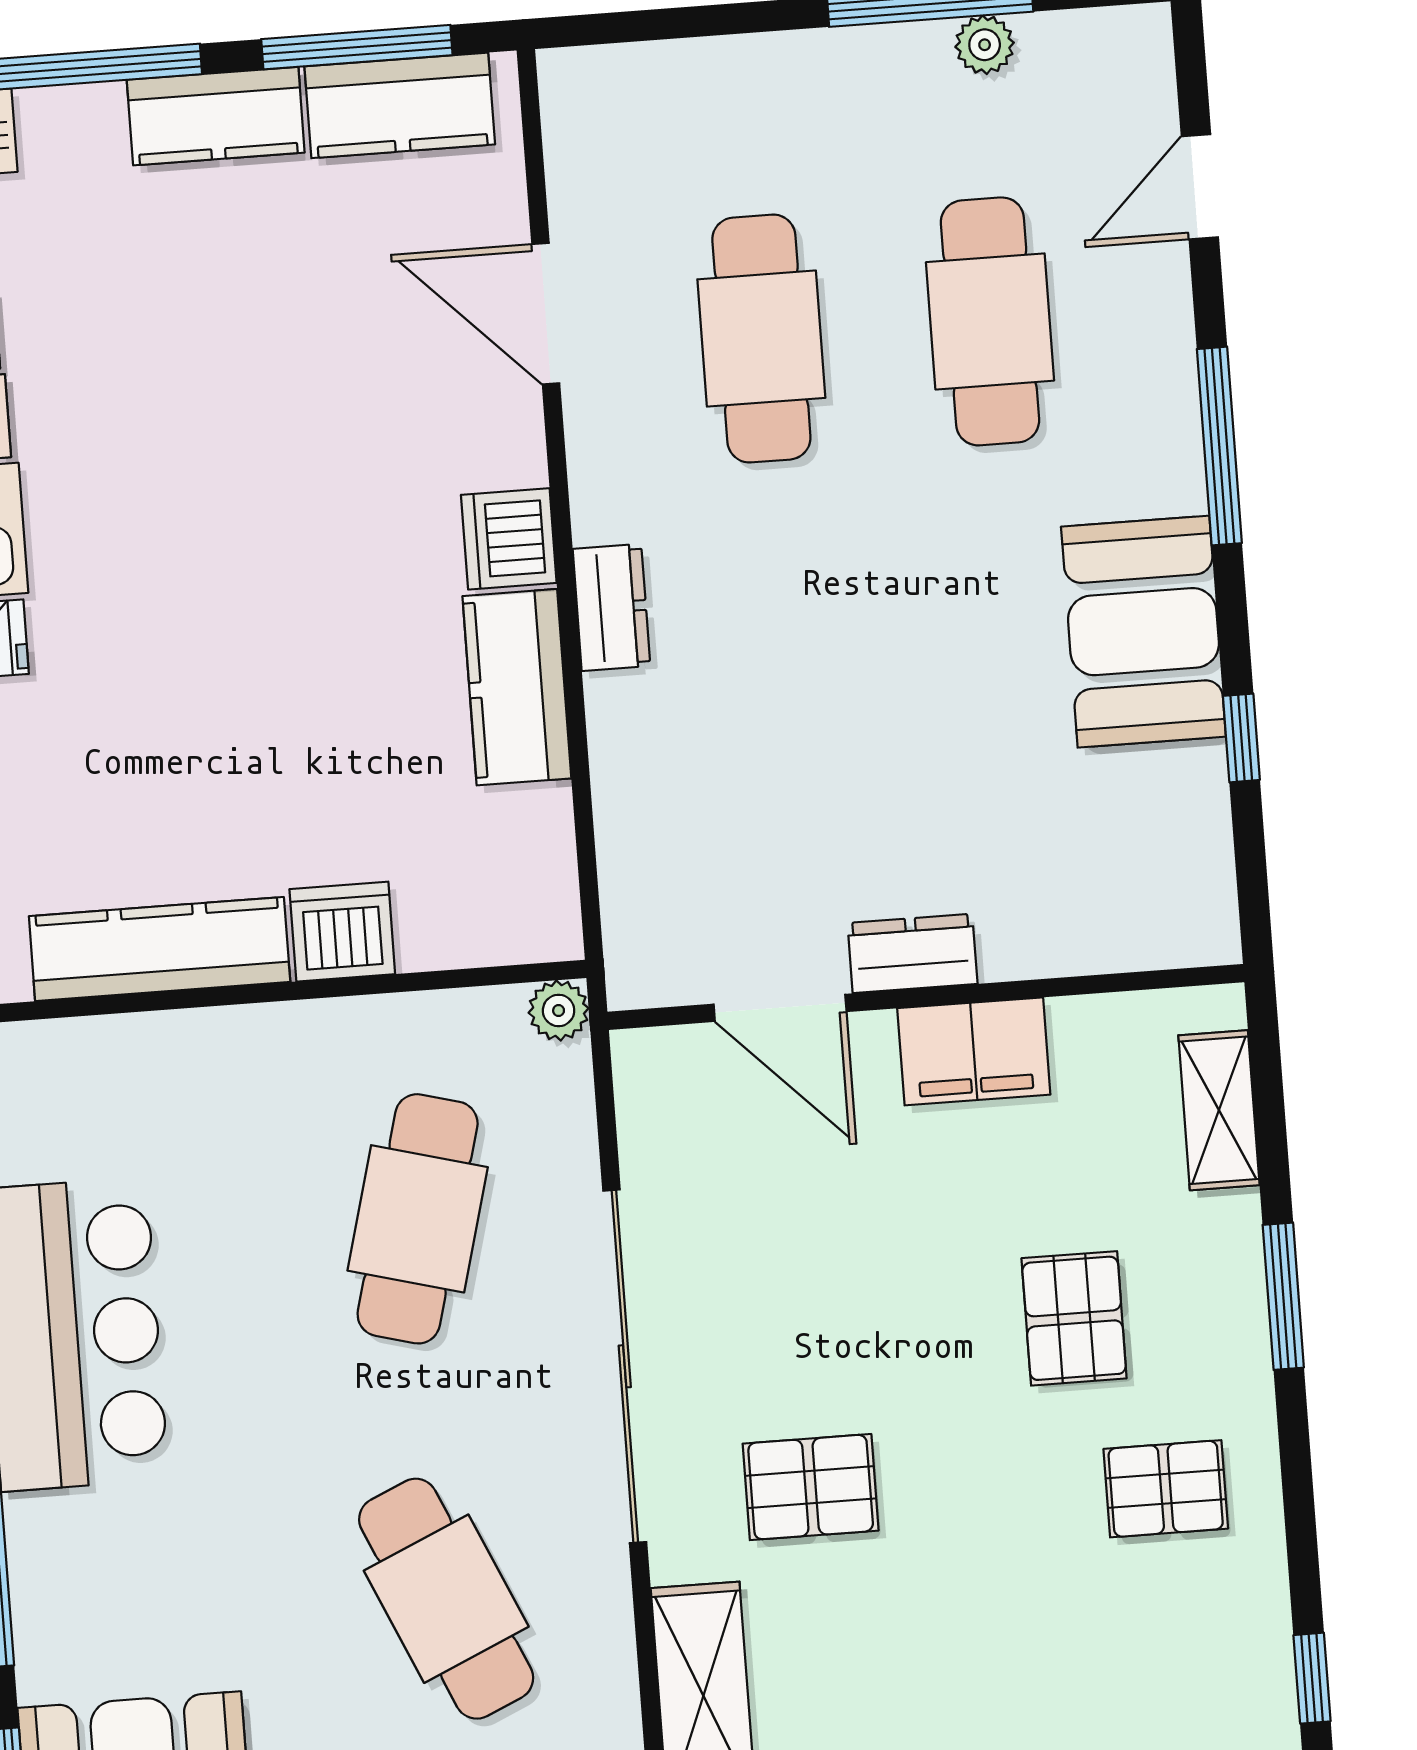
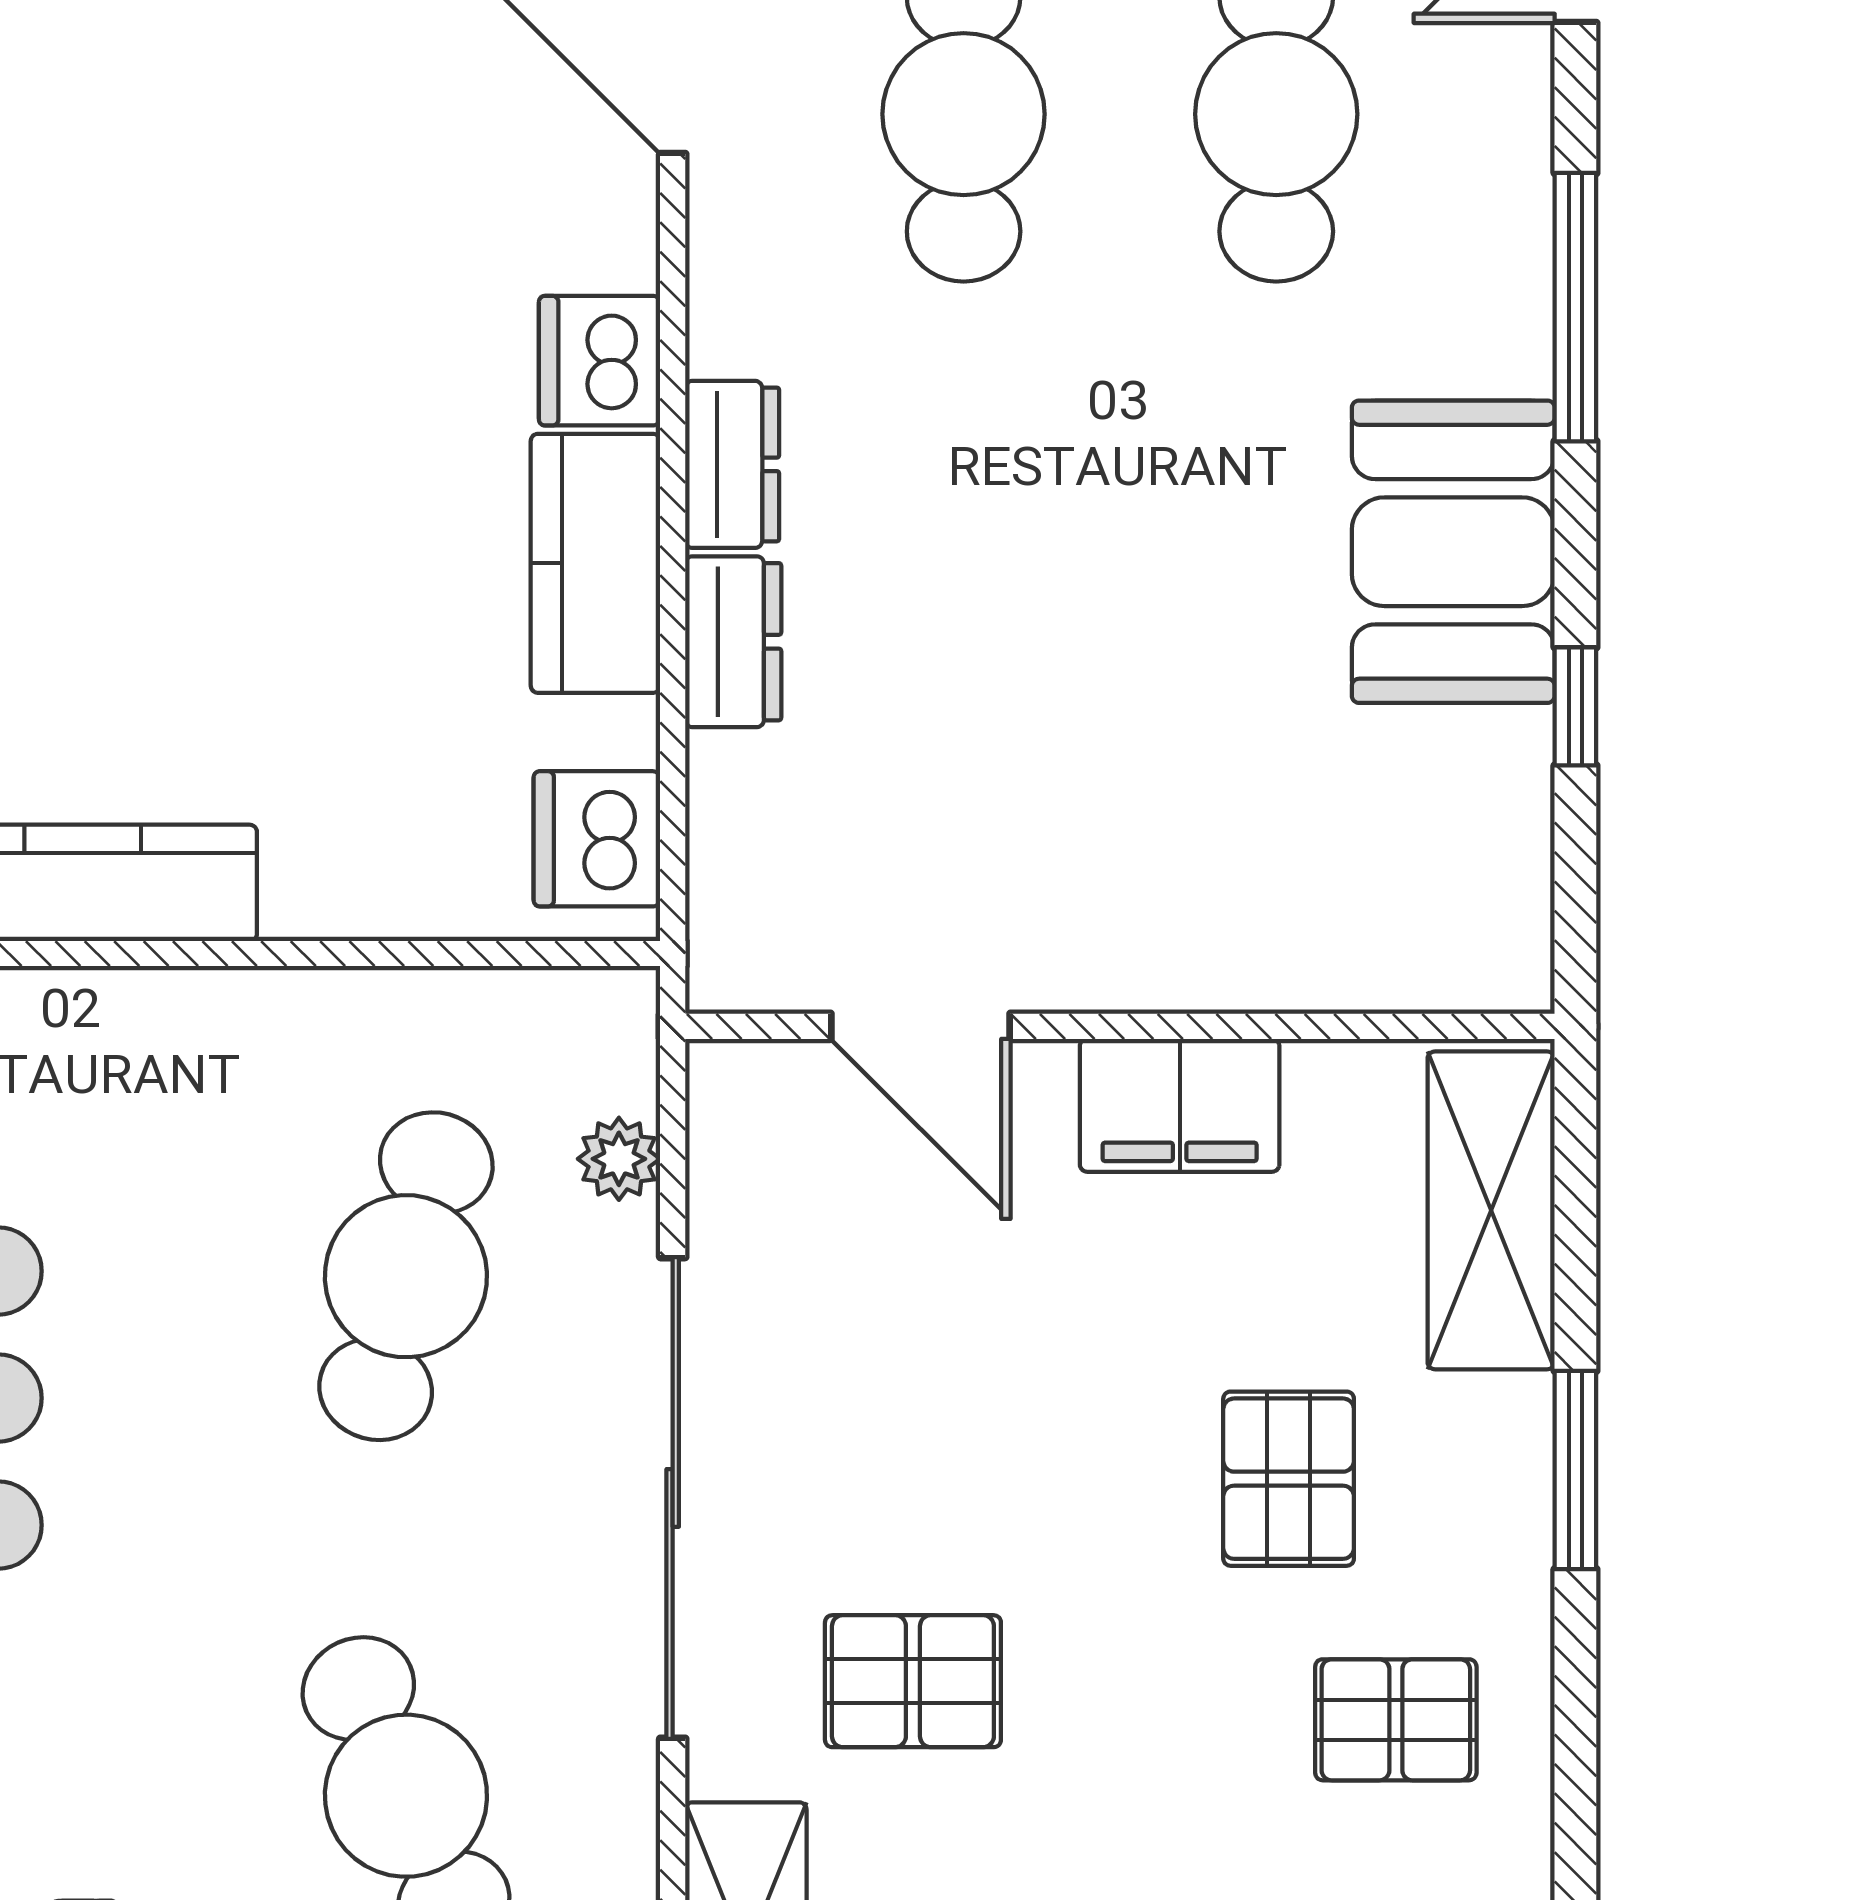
dishwasher: (342, 932) -> (597, 839), moved, turned -90
dresser: (912, 953) -> (733, 642), moved, turned 90
plant: (559, 1010) -> (619, 1159), moved
shelving: (1219, 1110) -> (1491, 1210), width x1.50, depth x1.33

